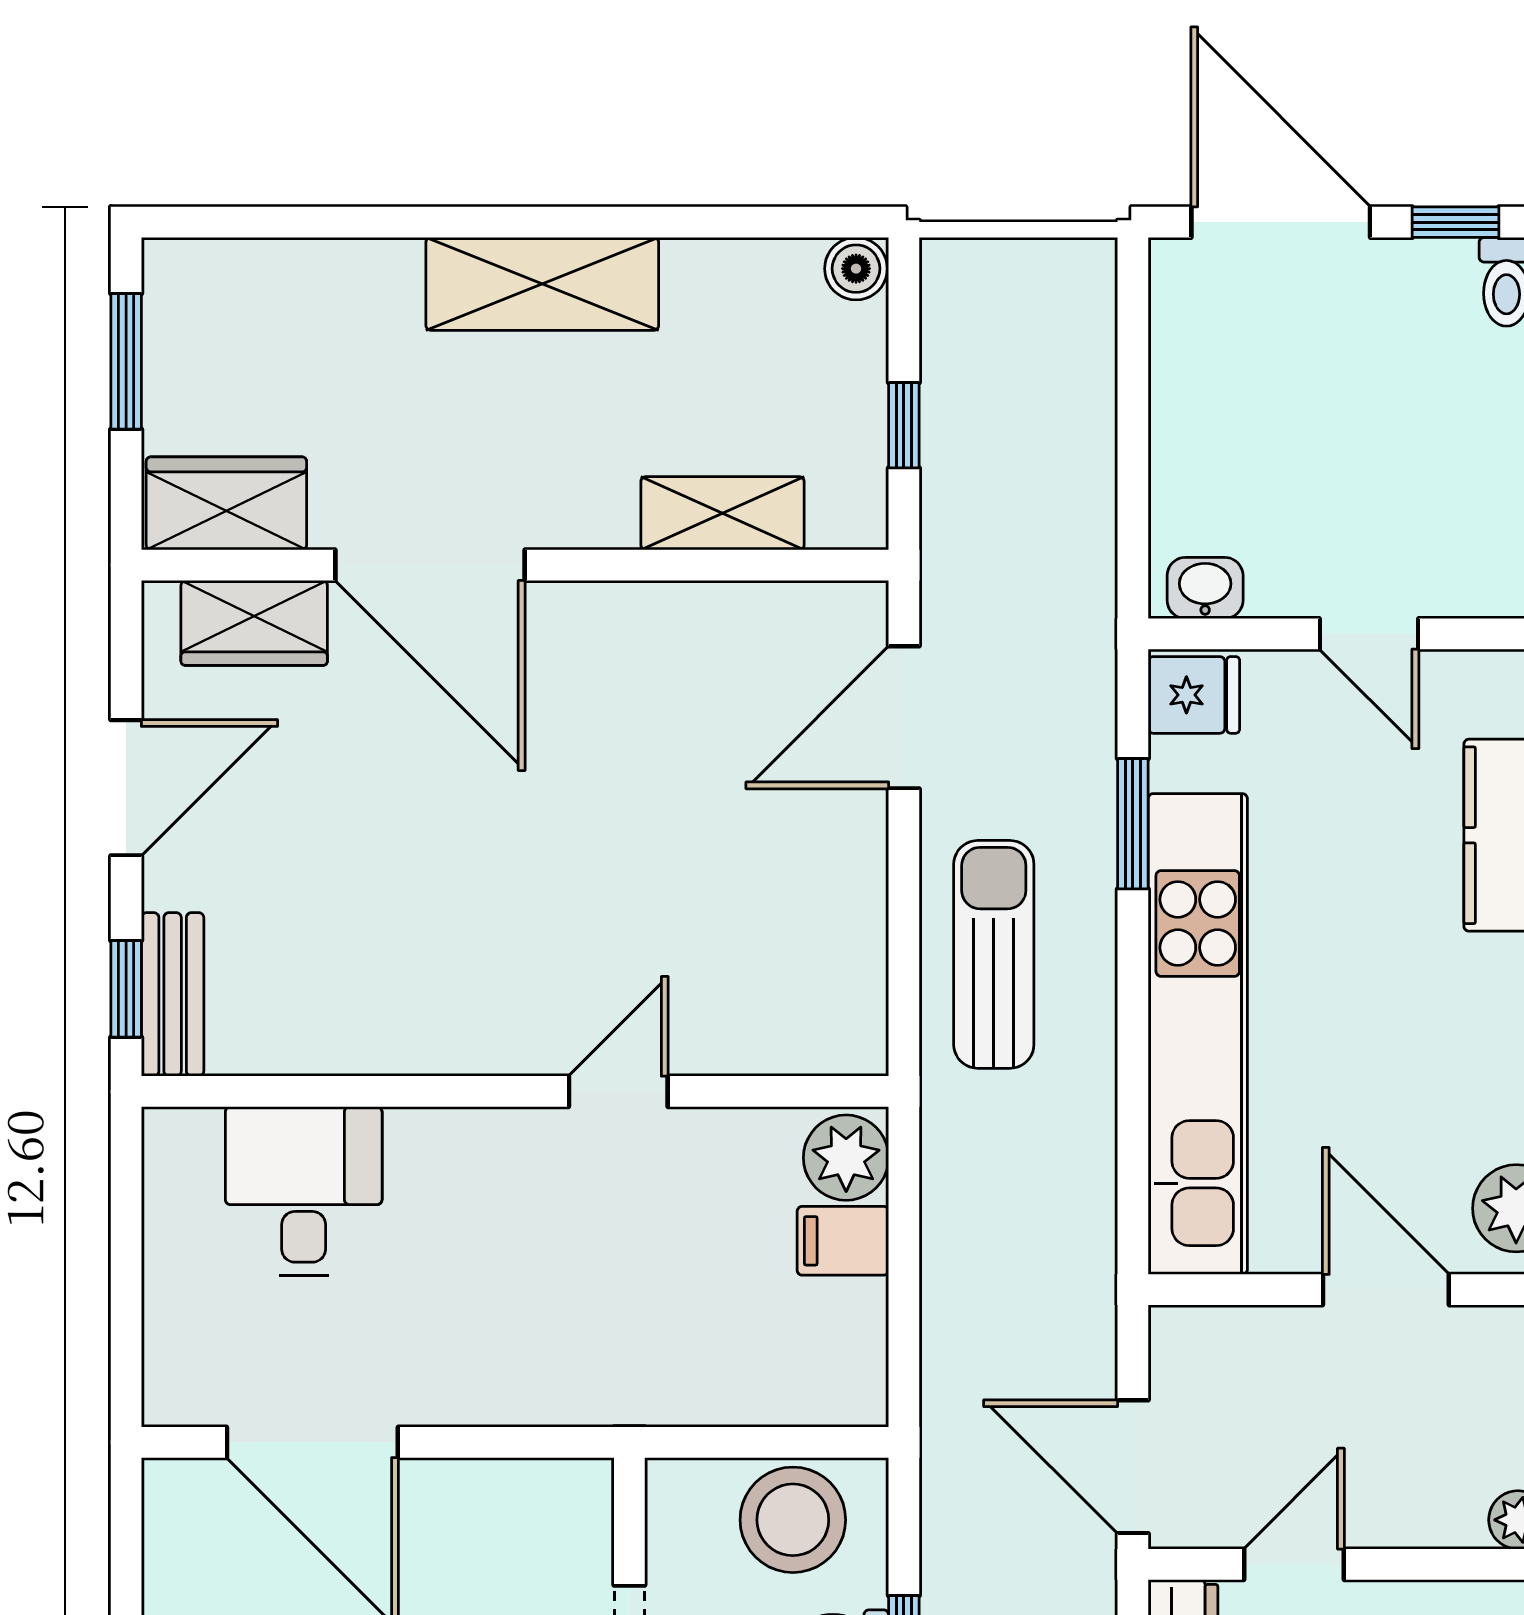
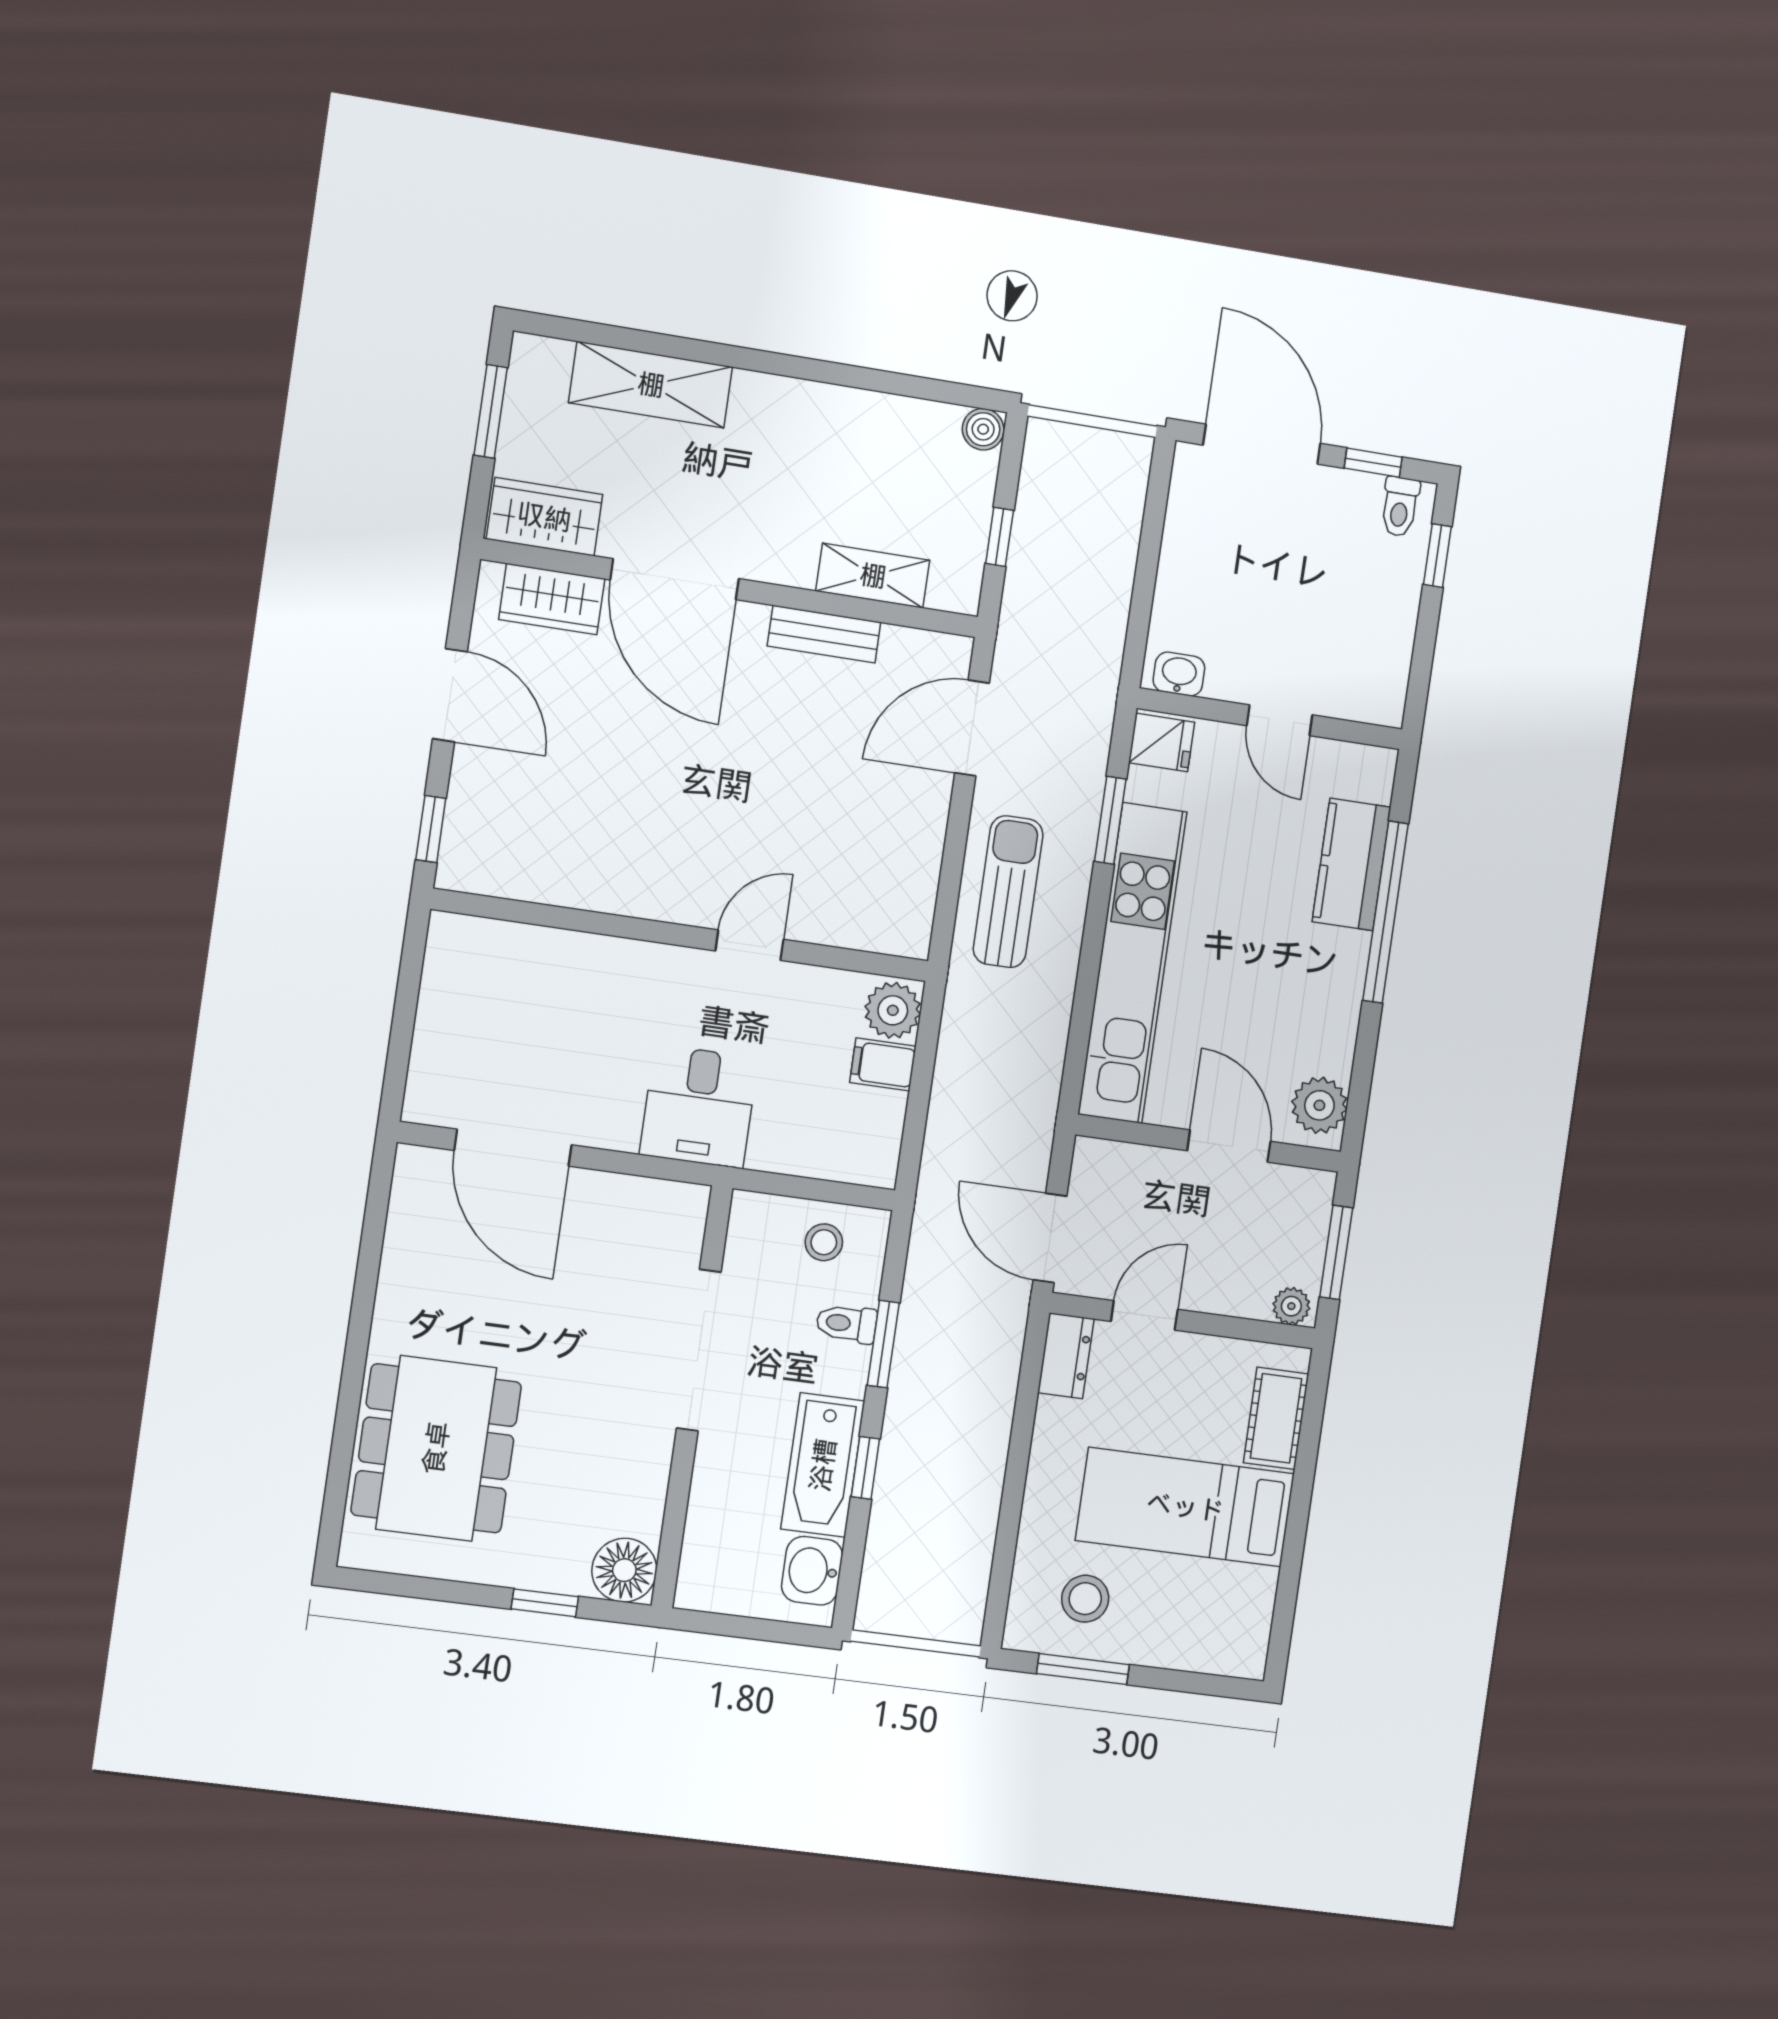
shelving: (542, 284) -> (651, 385), moved
door: (126, 788) -> (450, 695), hinge flipped
bench: (173, 994) -> (824, 634), moved, turned 90
desk: (304, 1191) -> (699, 1106), moved, turned 180
stool: (793, 1520) -> (824, 1242), width x0.53, depth x0.53

